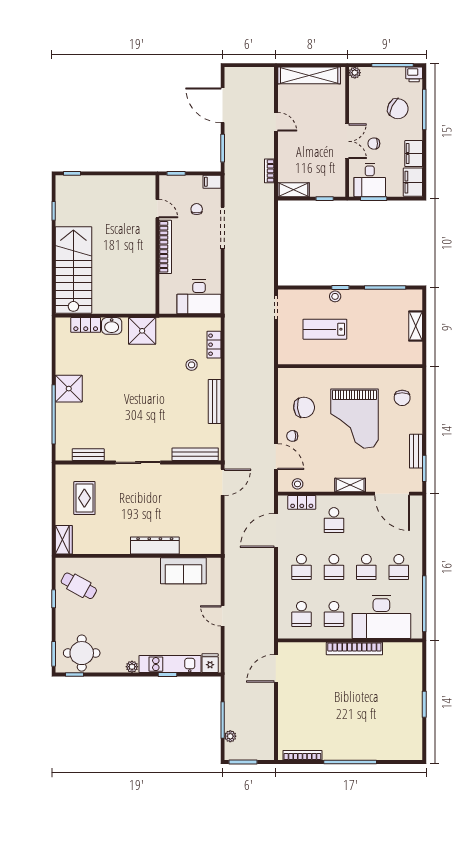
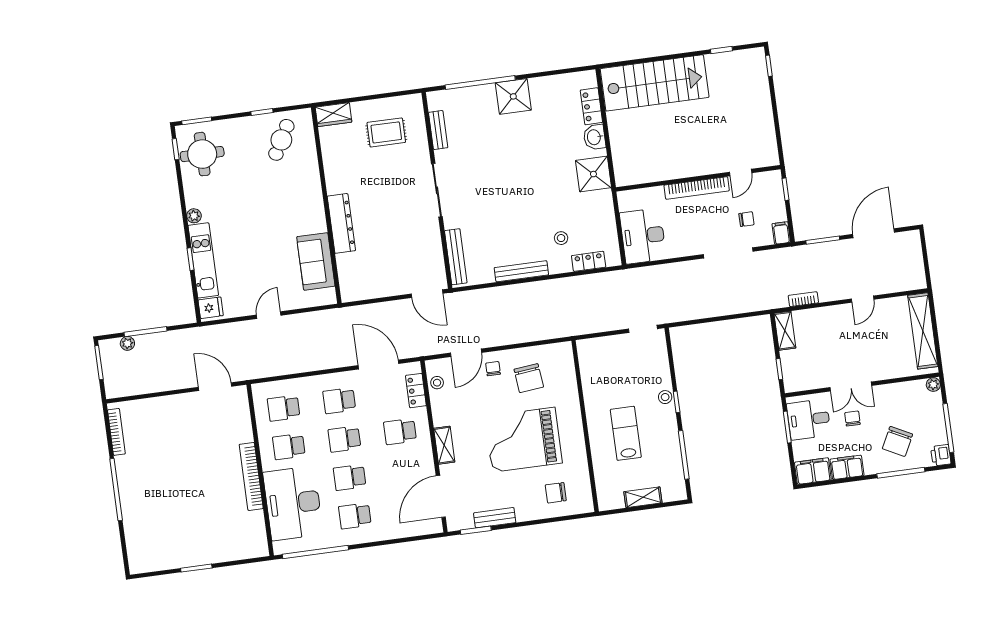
lab bench: (325, 329) -> (626, 433), moved

